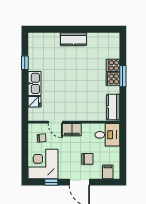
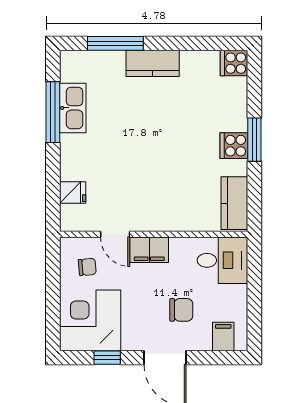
window: (55, 29) -> (115, 43), added
window: (25, 63) -> (53, 112), width x2.17
cooker: (113, 65) -> (234, 63), moved
kitchen sink: (35, 83) -> (73, 108), moved

